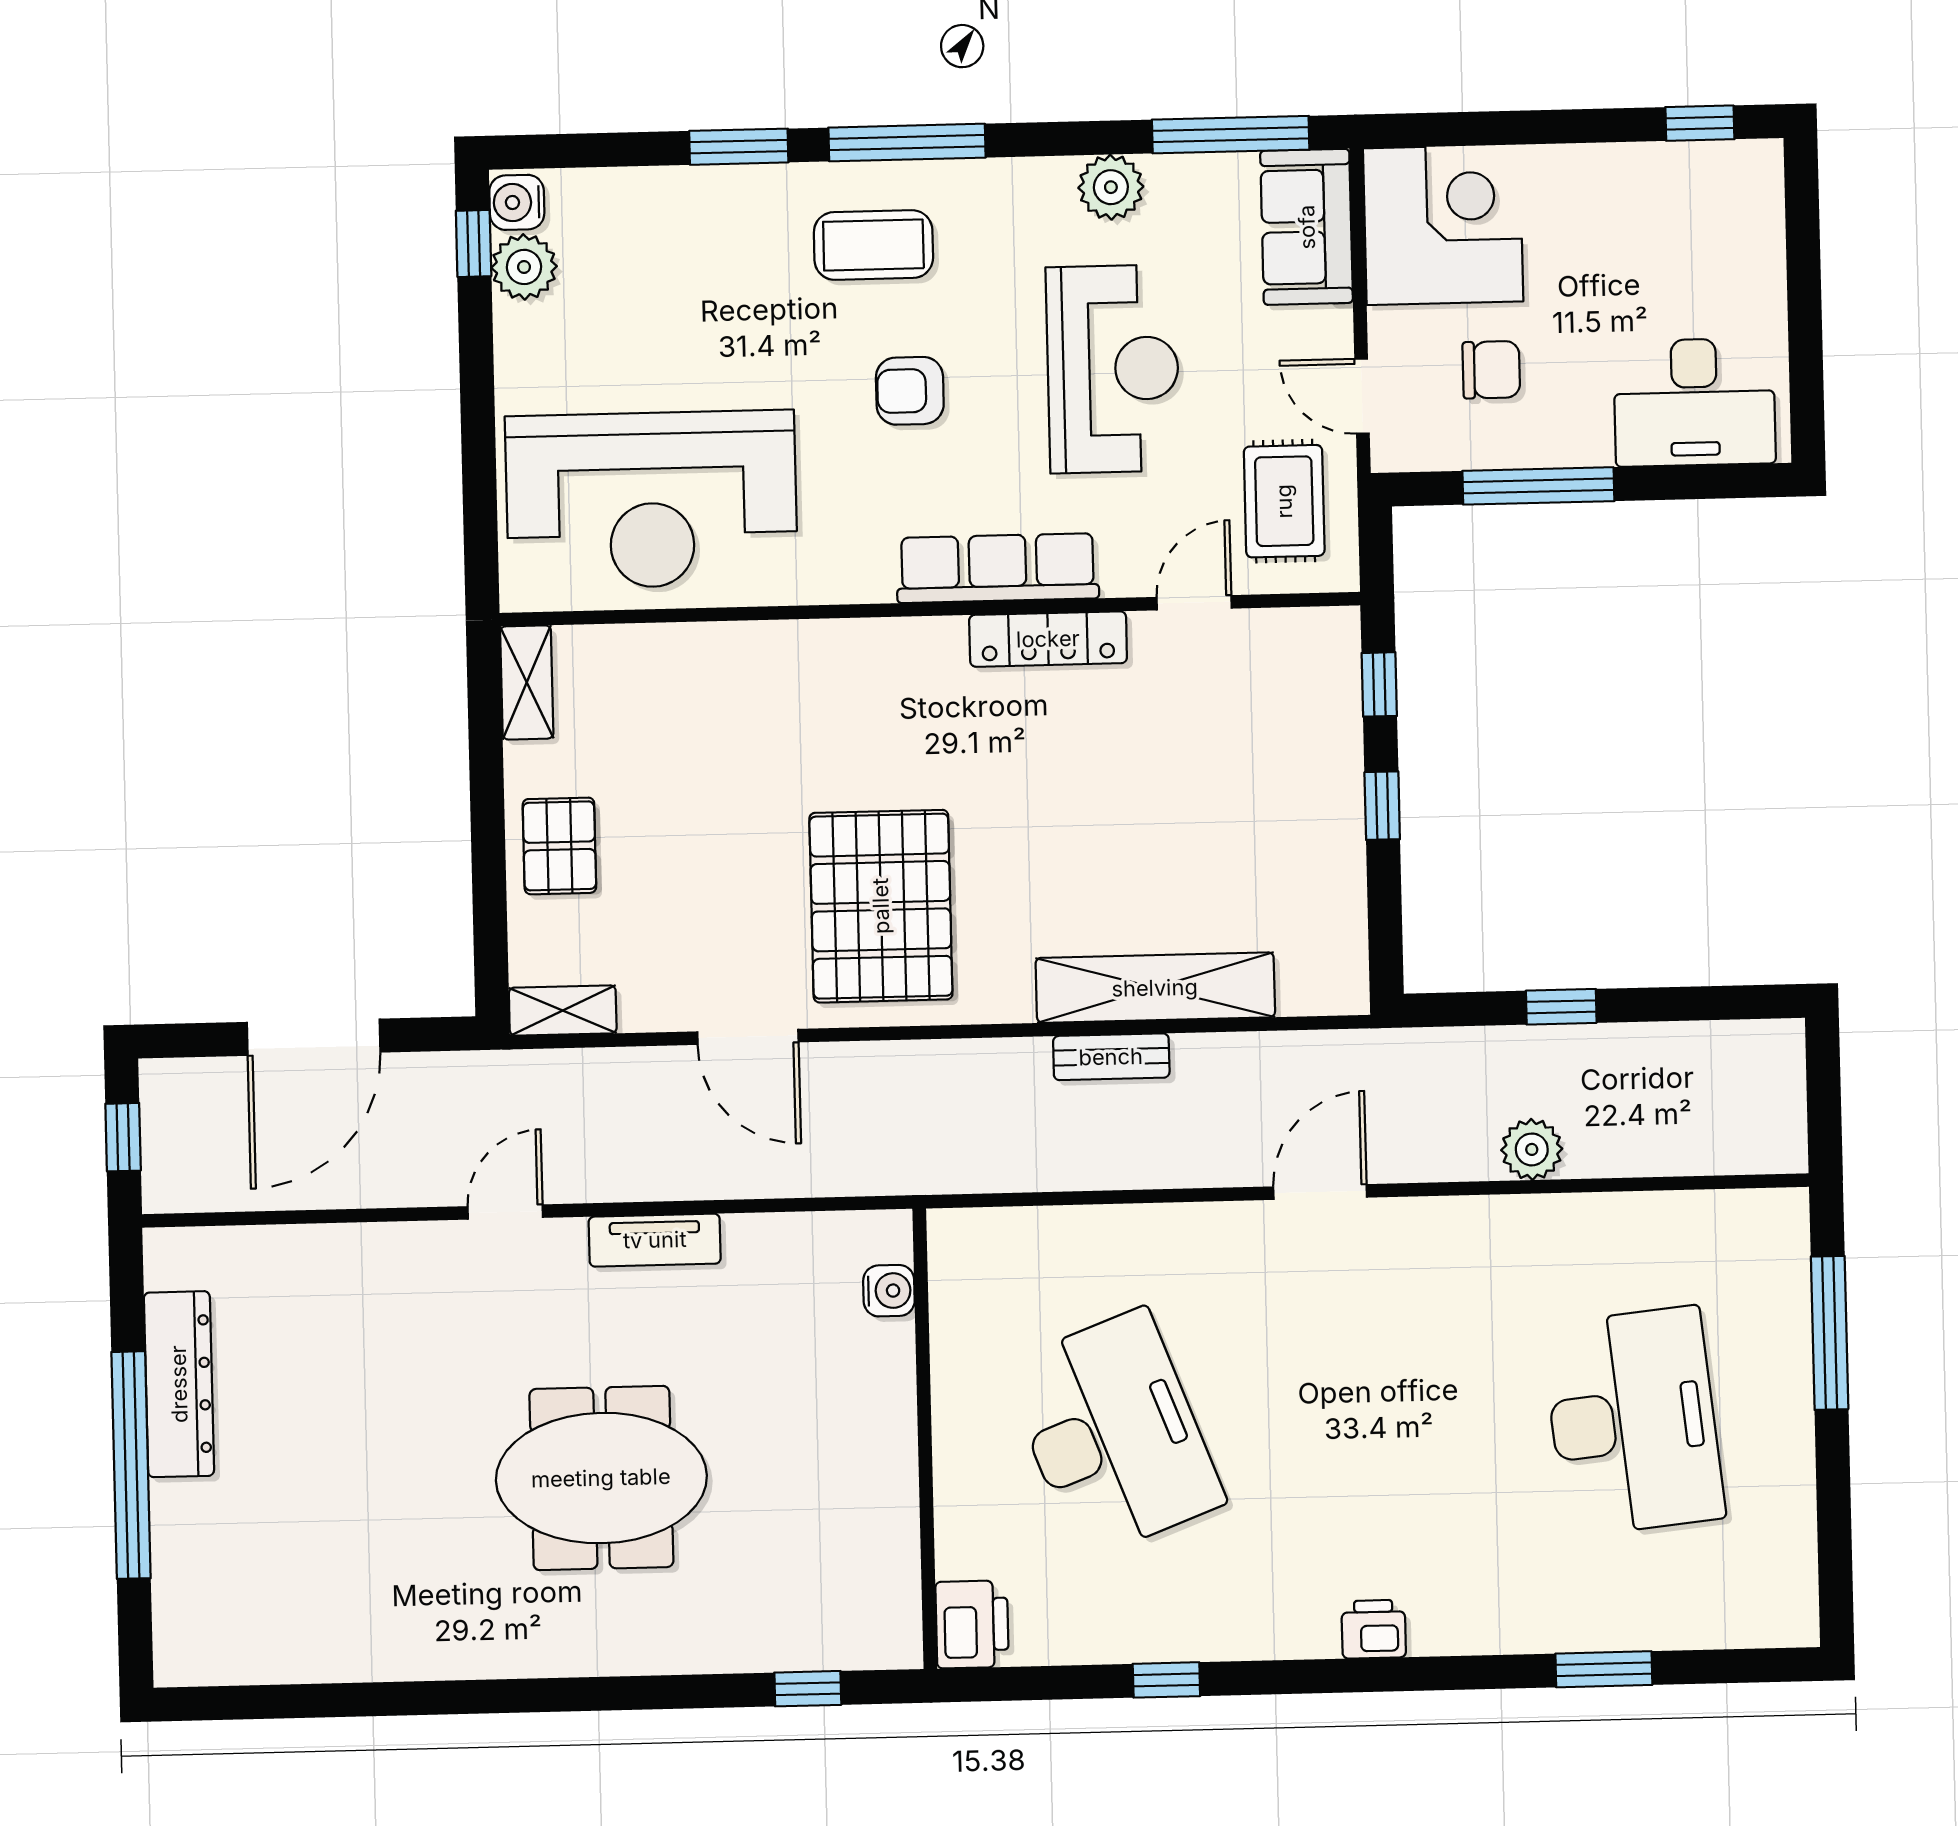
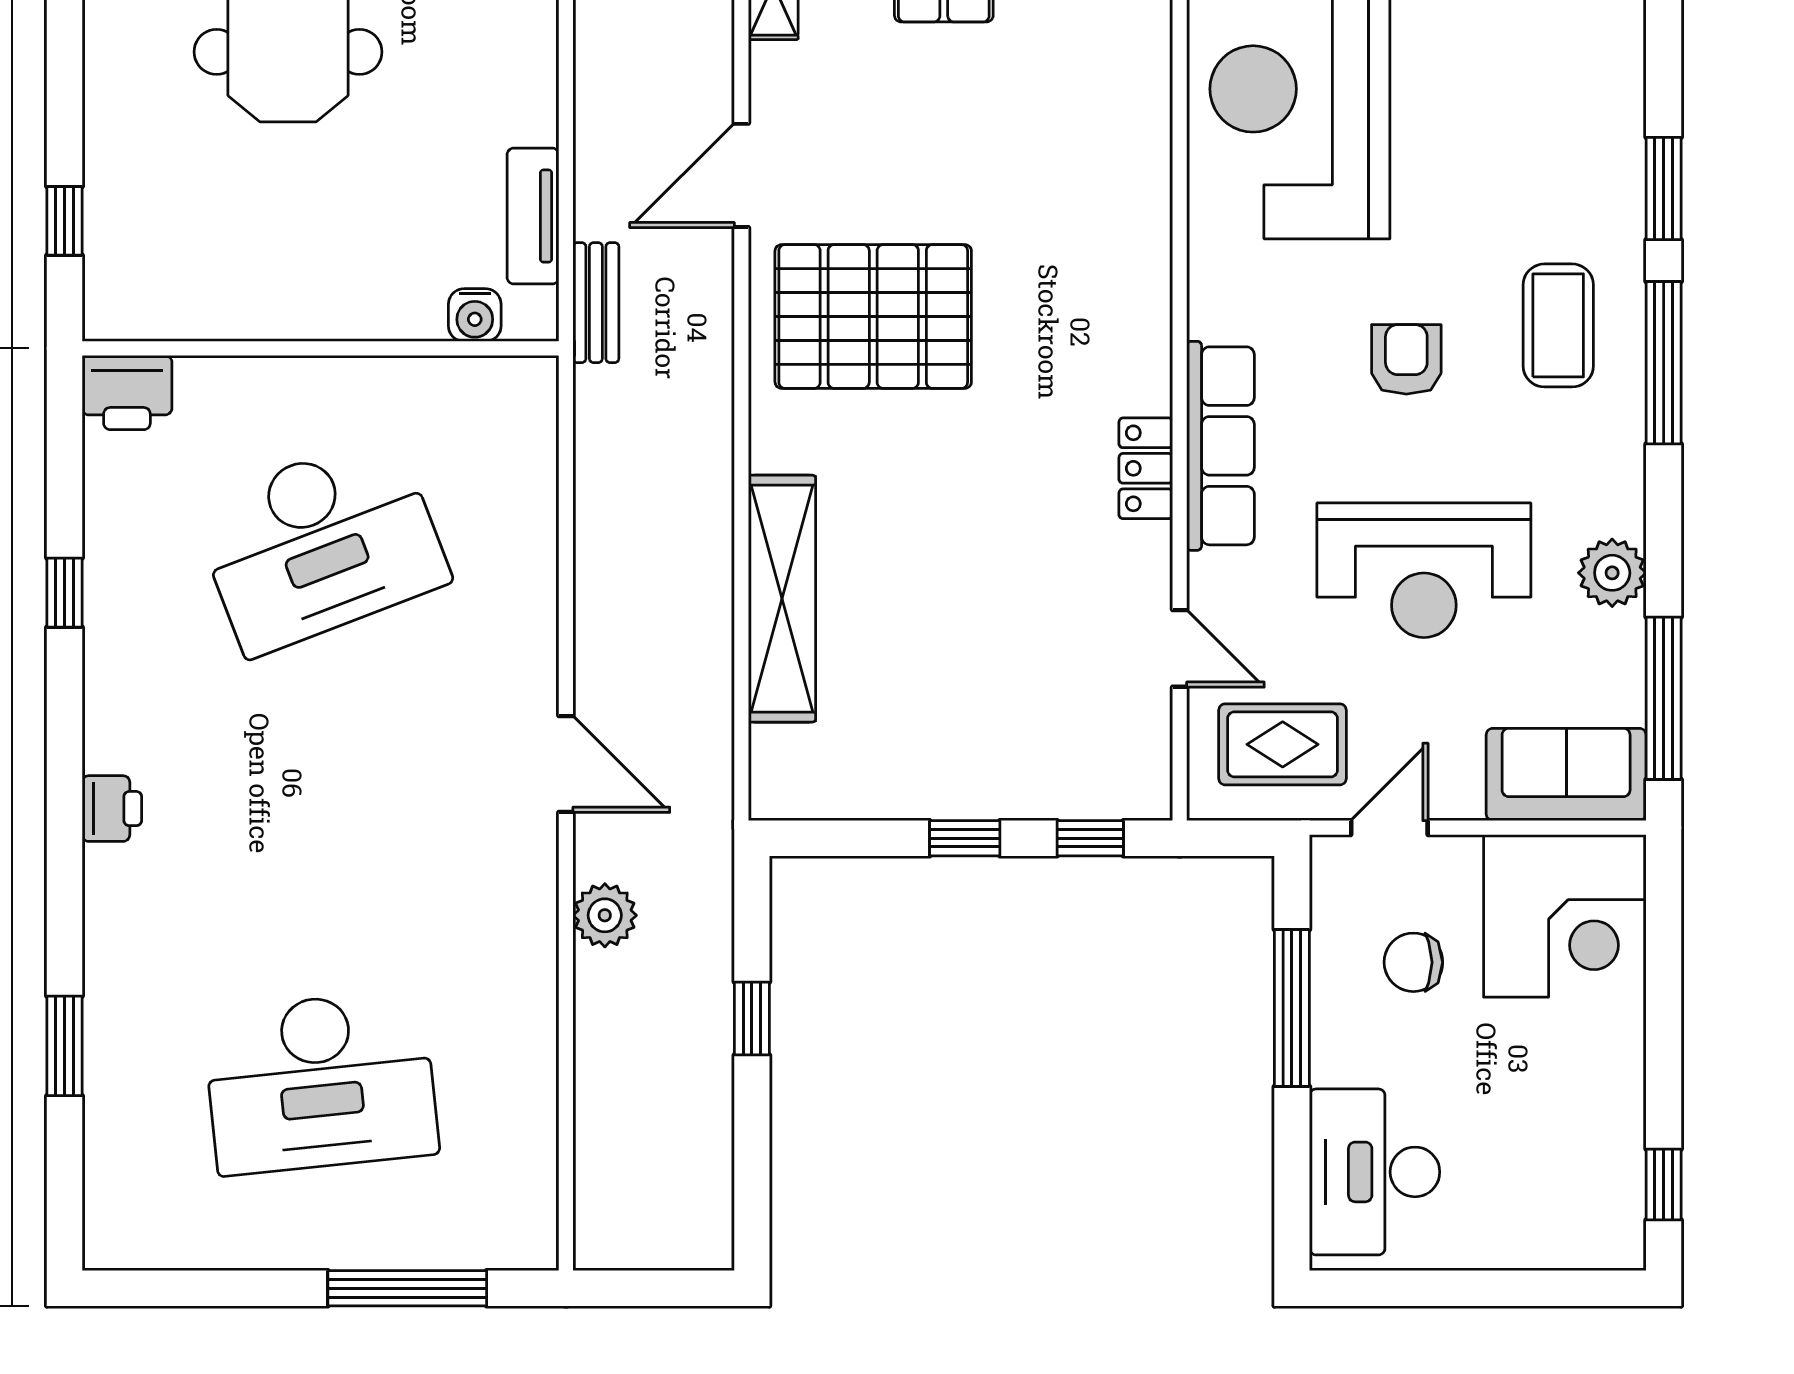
chair: (1491, 370) -> (1413, 962), turned 90
locker: (1048, 639) -> (1146, 468), width x0.66
bench: (1111, 1057) -> (596, 303), moved
plant: (1532, 1149) -> (605, 915), moved
tv unit: (655, 1240) -> (533, 216), moved

